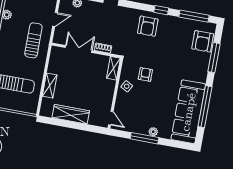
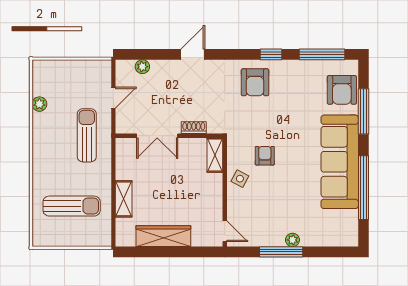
double door: (79, 49) -> (157, 136), swing flipped
sofa: (188, 112) -> (340, 162), moved

